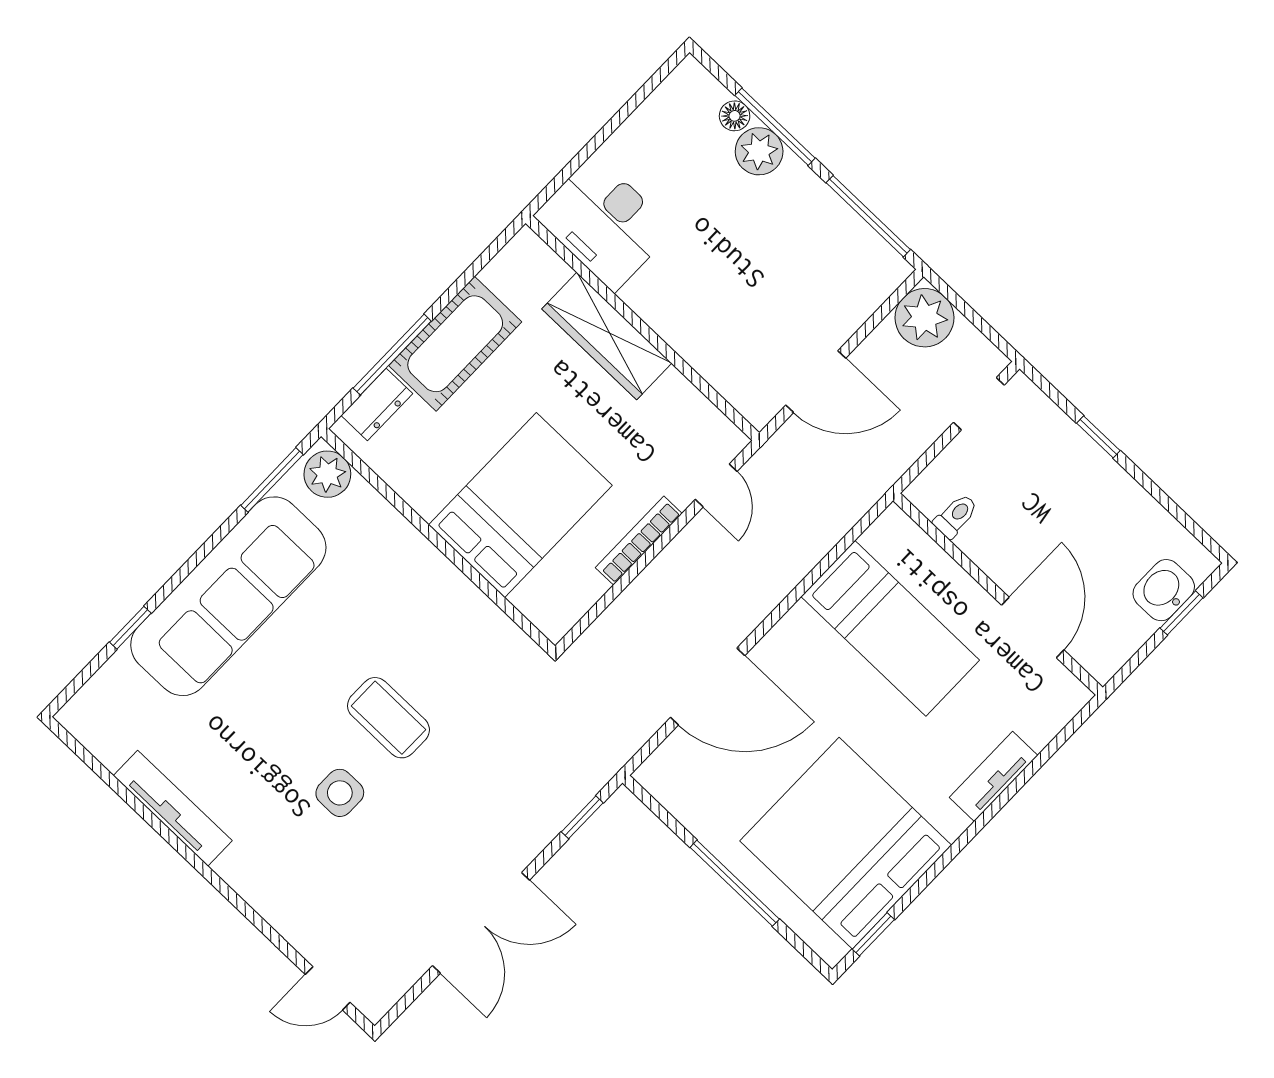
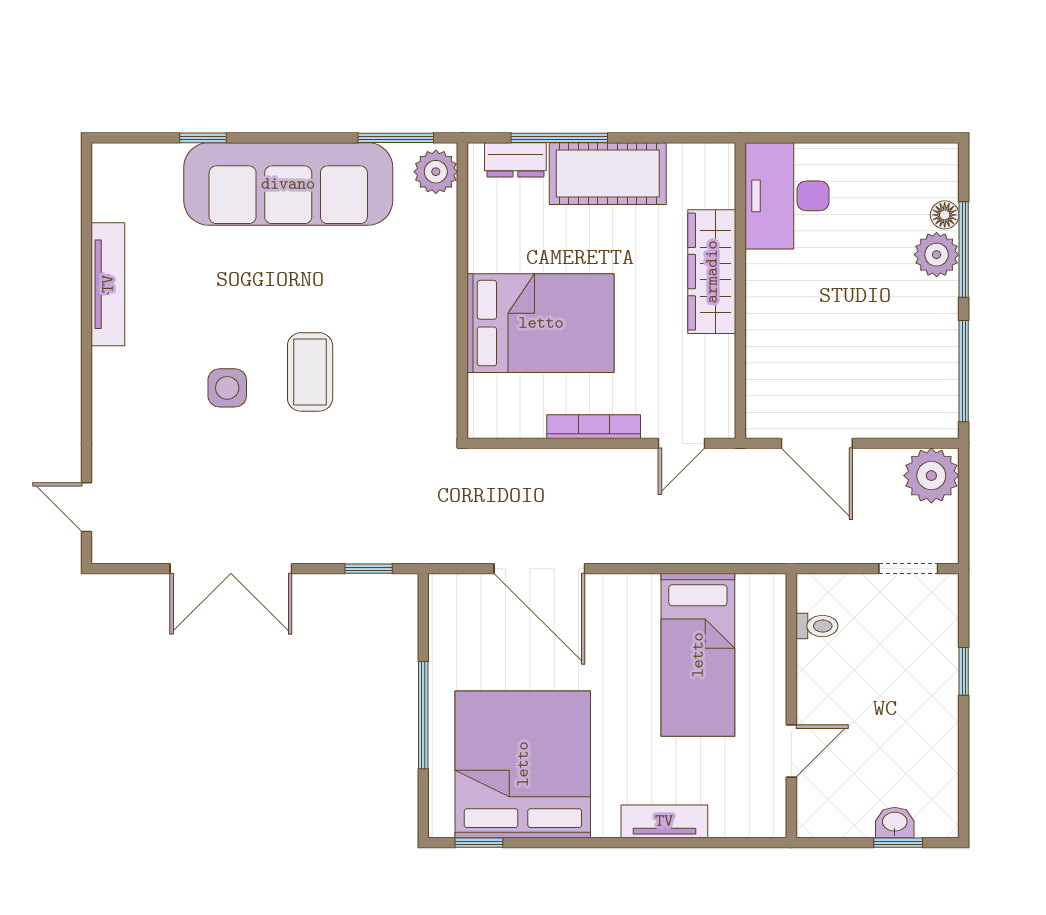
washbasin: (1164, 590) -> (895, 823), width x0.72, depth x0.69
door: (1033, 627) -> (791, 751), width x0.73

